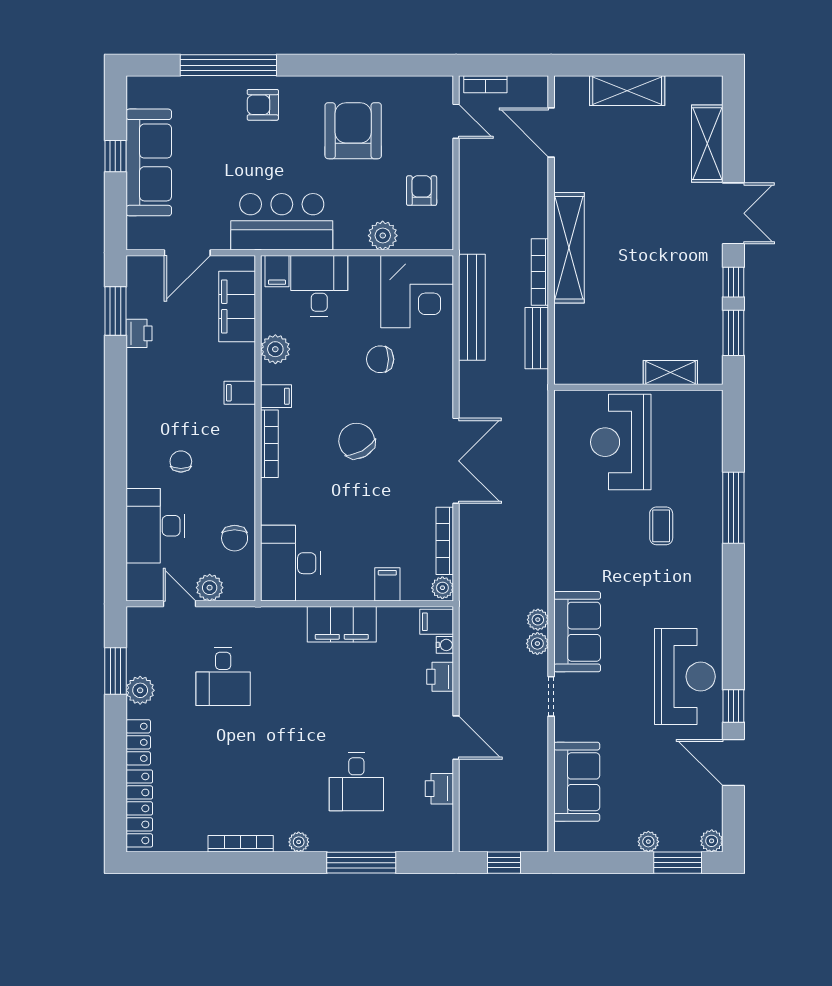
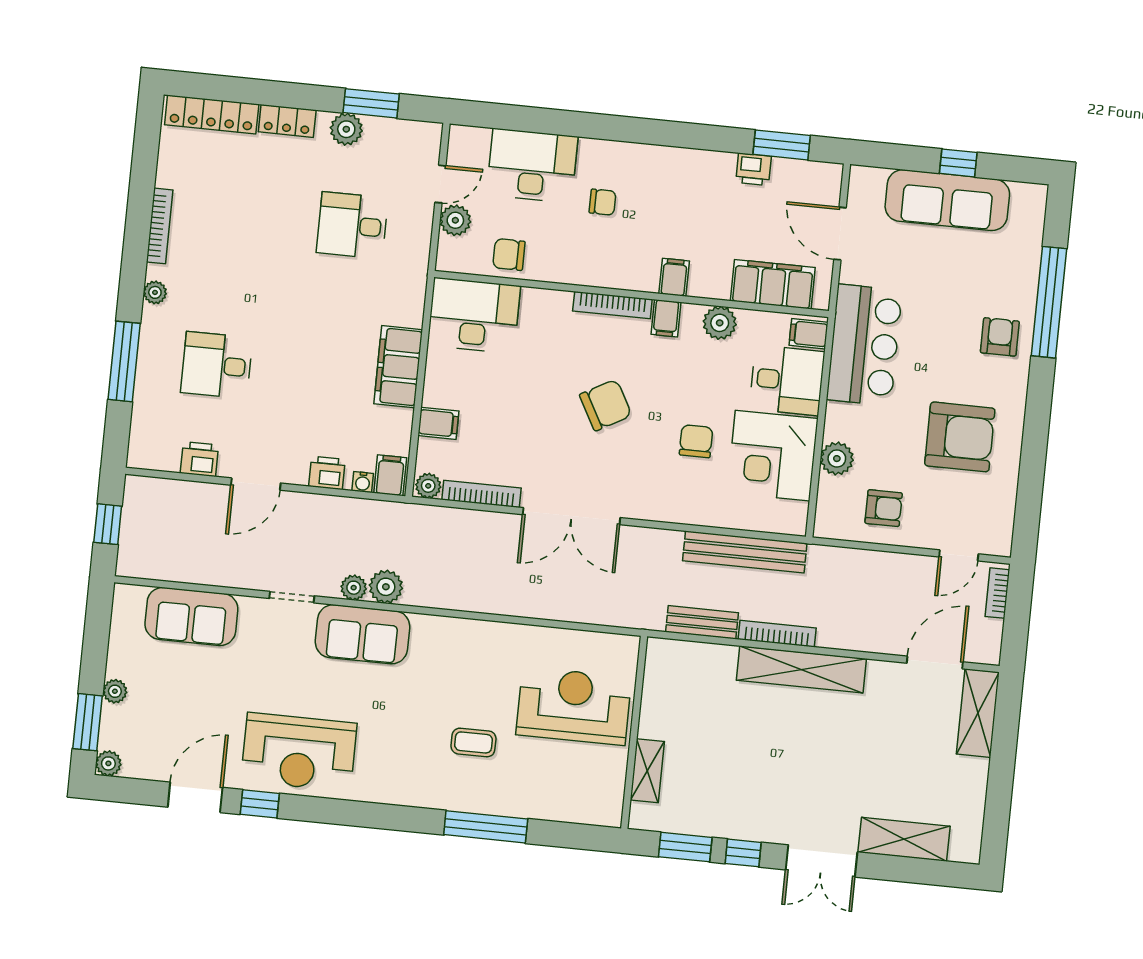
shelving: (627, 91) -> (978, 713), moved
corner desk: (417, 292) -> (773, 456), moved
plant: (538, 620) -> (386, 587), width x1.38, depth x1.38

